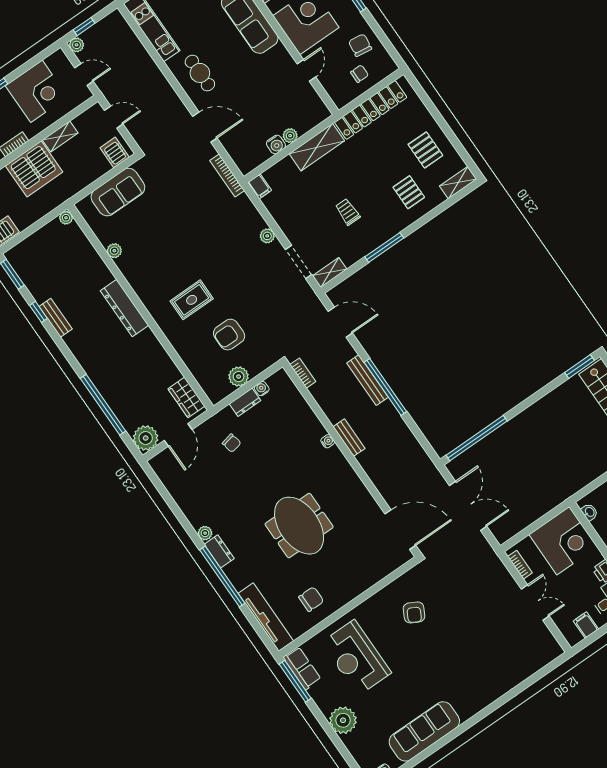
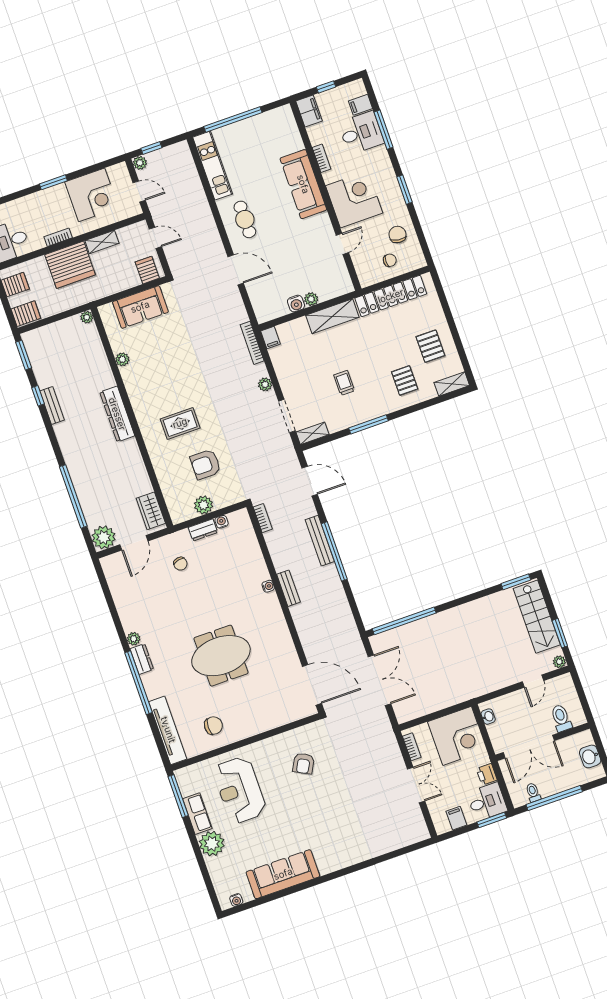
bookcase: (227, 175) -> (252, 343), moved
meeting table: (299, 526) -> (221, 656), turned 90
row of seats: (302, 668) -> (197, 814), moved

